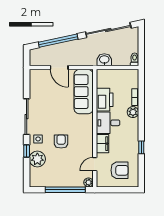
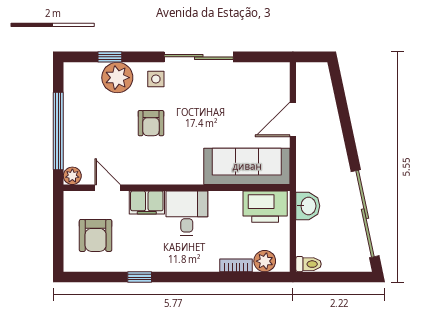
window: (58, 41) -> (345, 118), removed
printer: (105, 100) -> (265, 207), moved
plant: (133, 112) -> (265, 261), moved
armchair: (61, 141) -> (151, 123), turned 90
window: (27, 151) -> (110, 57), moved

